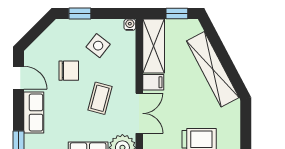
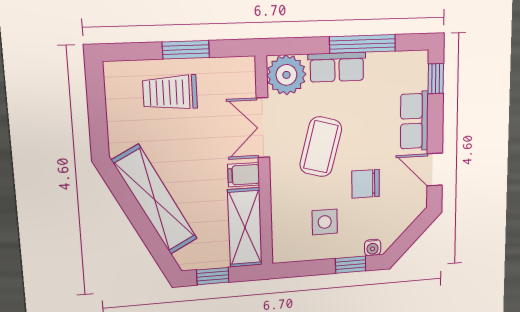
water cooler: (130, 25) -> (373, 247), moved
side table: (98, 46) -> (325, 222), turned -38
coffee table: (100, 98) -> (321, 147), width x1.36, depth x1.30

